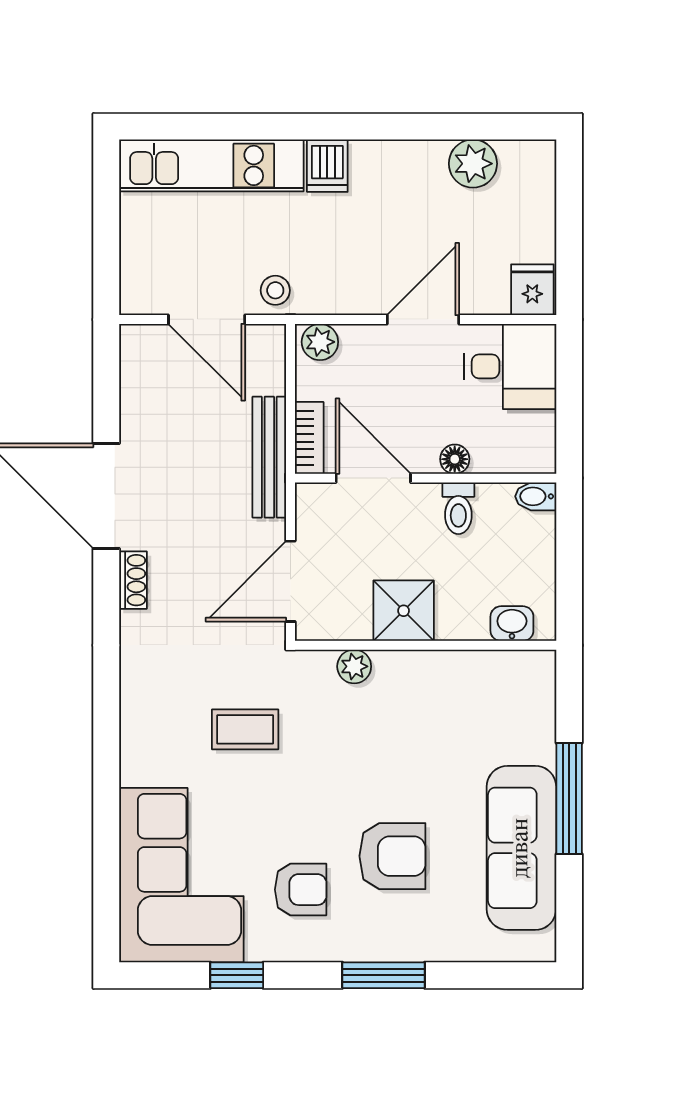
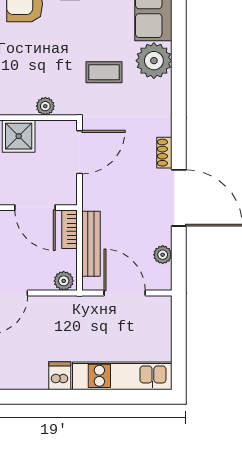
stool: (275, 290) -> (88, 309), removed
plant: (136, 391) -> (163, 255), added
bench: (269, 457) -> (91, 244), moved
plant: (152, 751) -> (154, 61), added

